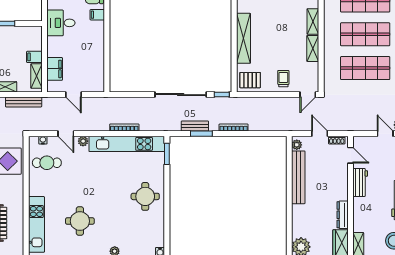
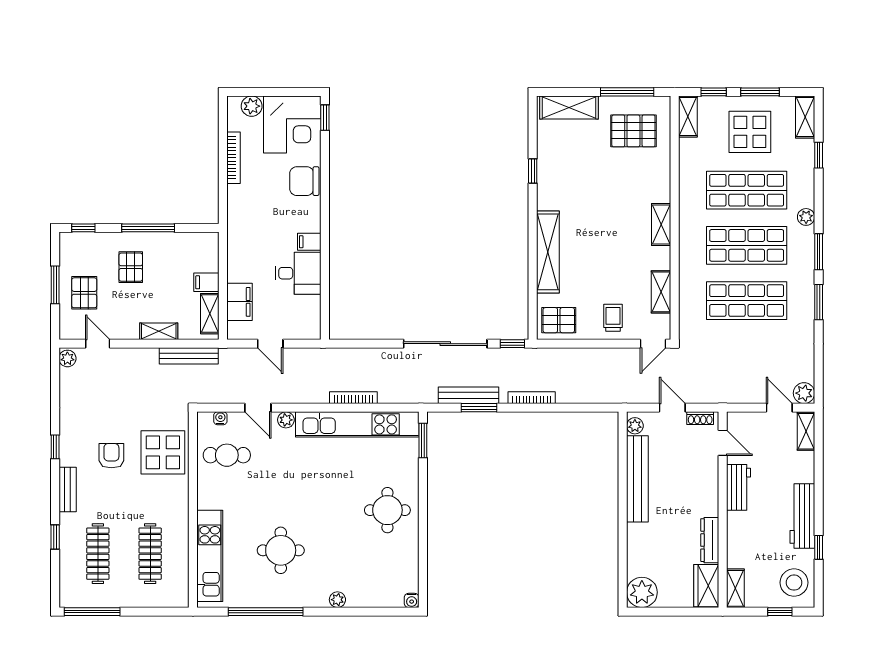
filing cabinet: (97, 15) -> (309, 242), moved
desk: (61, 23) -> (298, 273), moved, turned 180
shelving: (313, 48) -> (661, 292), moved
bench: (195, 126) -> (469, 395), width x1.36

